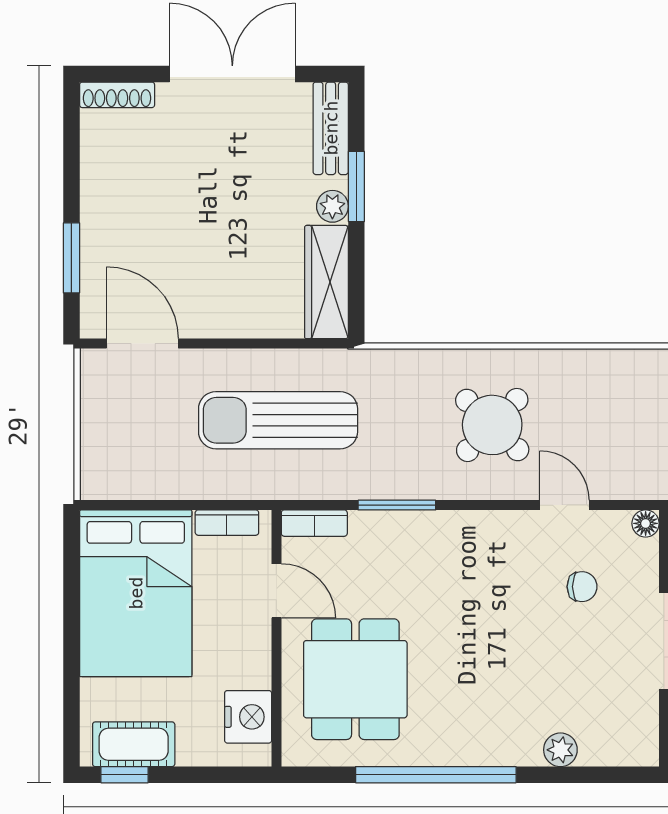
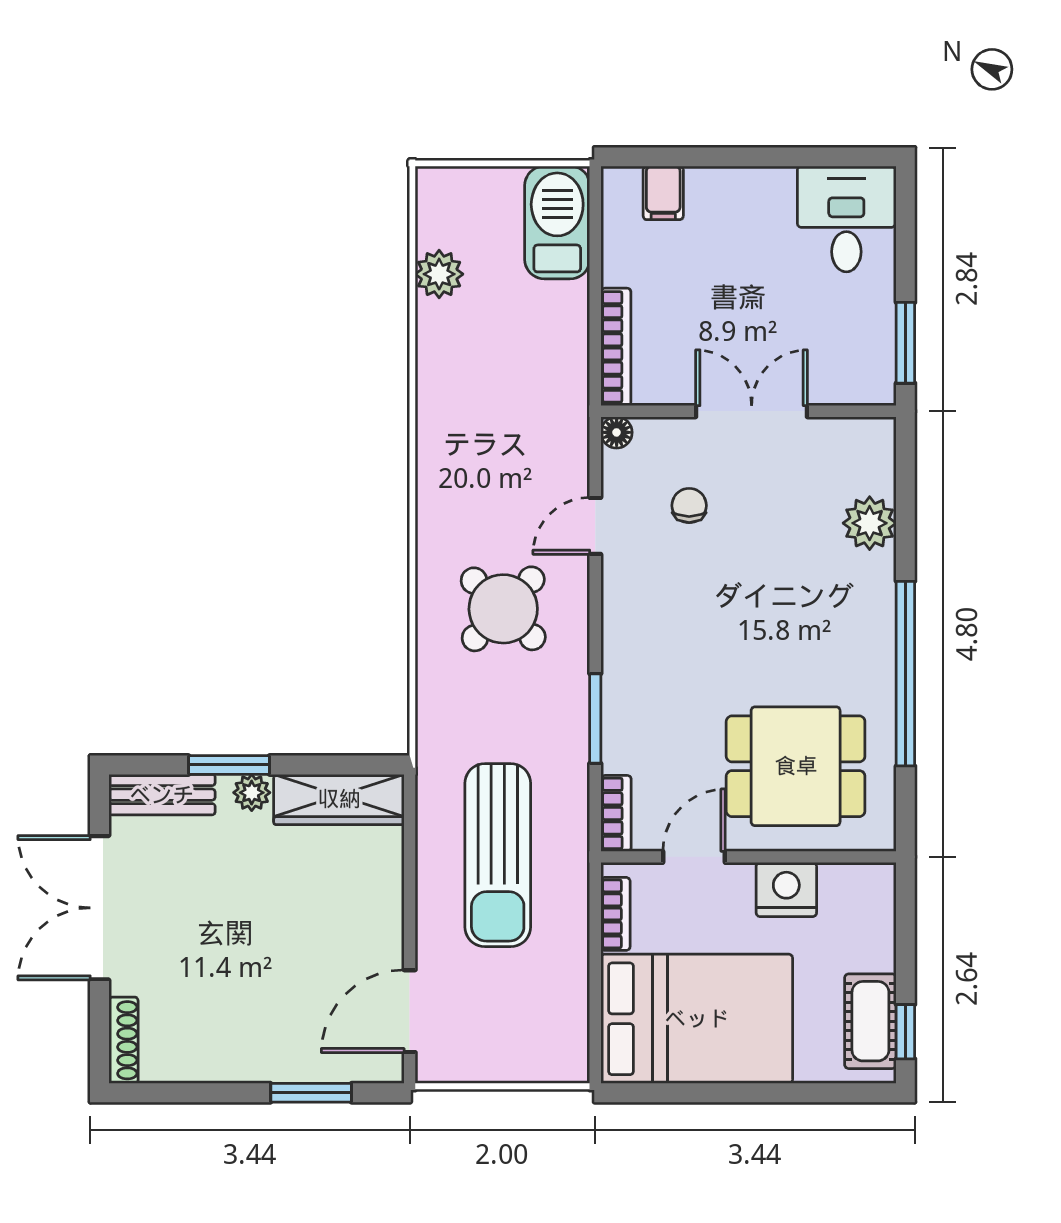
nightstand: (248, 717) -> (786, 890), moved
plant: (560, 750) -> (870, 523), width x1.38, depth x1.38

